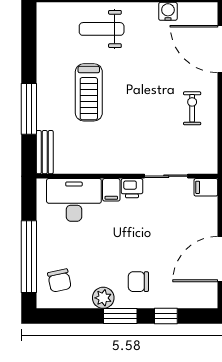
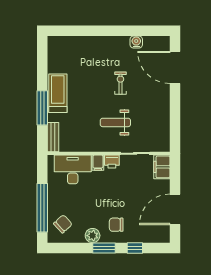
weight bench: (102, 29) -> (115, 122), moved
treadmill: (89, 92) -> (58, 93), moved, turned 180
exercise bike: (192, 108) -> (120, 83), moved
filing cabinet: (206, 187) -> (162, 167), width x2.00
chair: (59, 281) -> (63, 224), turned -120

